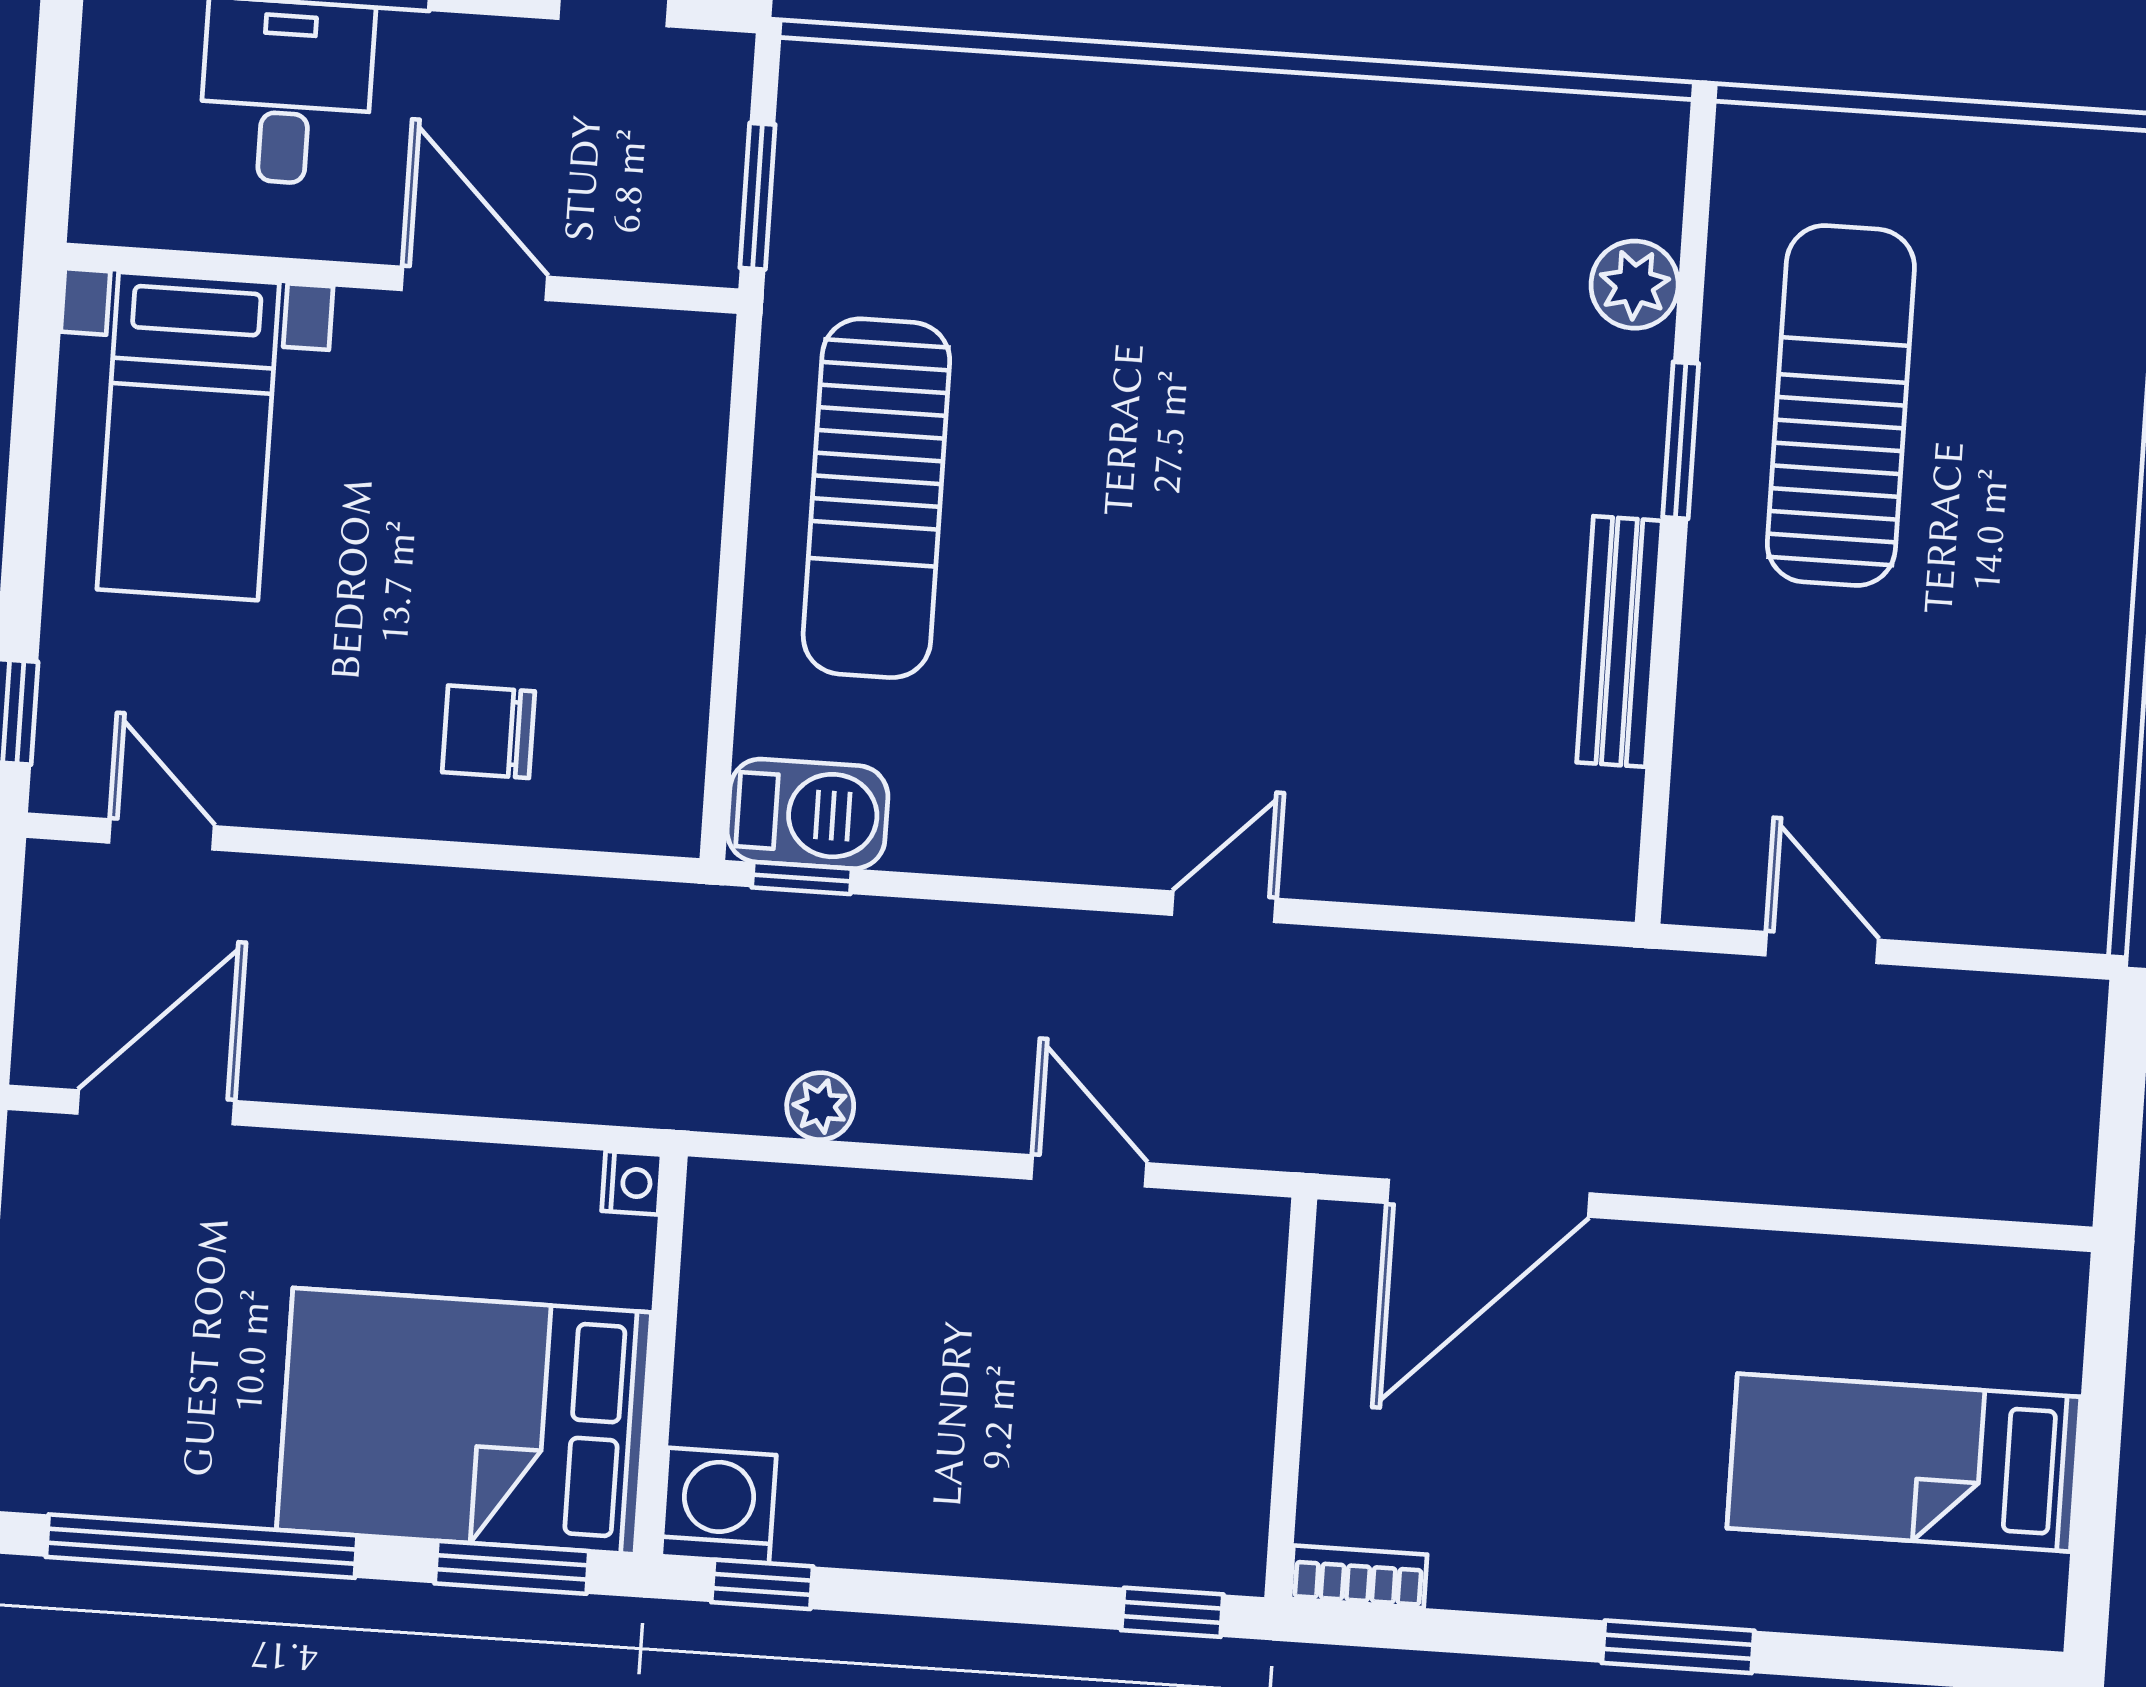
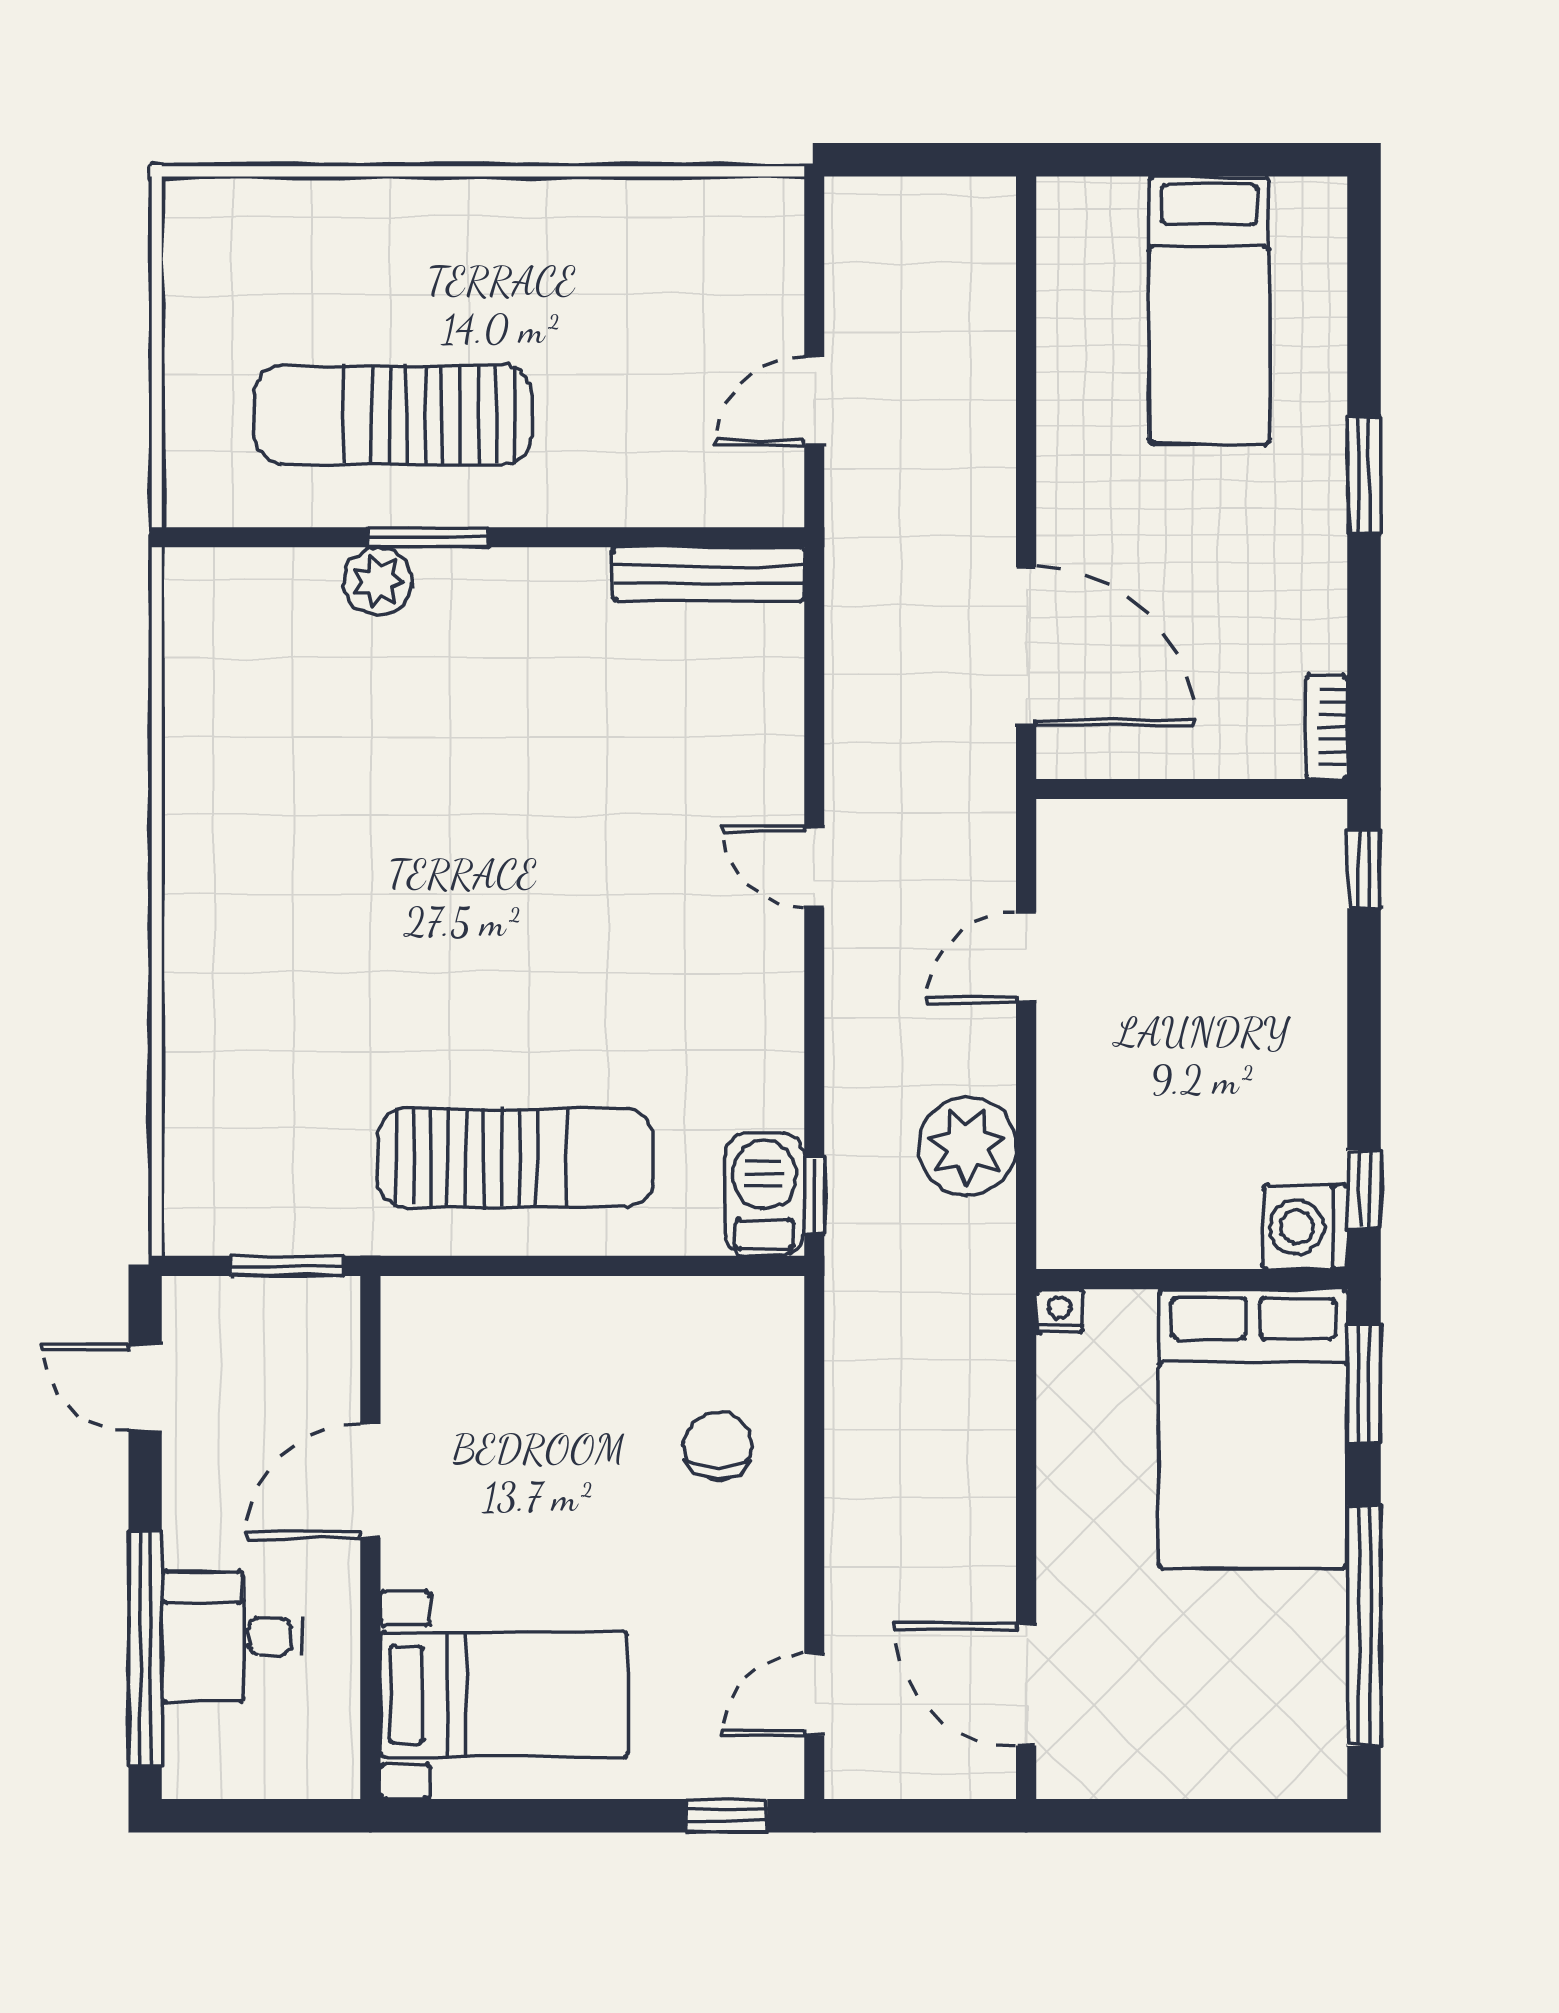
plant: (1635, 285) -> (378, 581), moved
bench: (1619, 642) -> (708, 574), moved
chair: (488, 732) -> (717, 1446), turned 180
plant: (820, 1106) -> (967, 1146), width x1.88, depth x1.88

